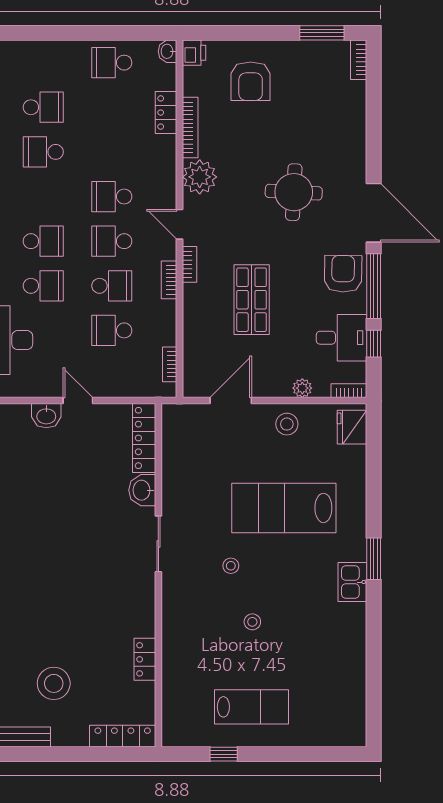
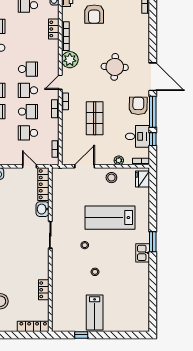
school desk: (112, 197) -> (28, 69), turned 180
door: (180, 224) -> (60, 82), hinge flipped
door: (78, 401) -> (29, 166), moved
lab bench: (251, 707) -> (95, 312), turned 90

